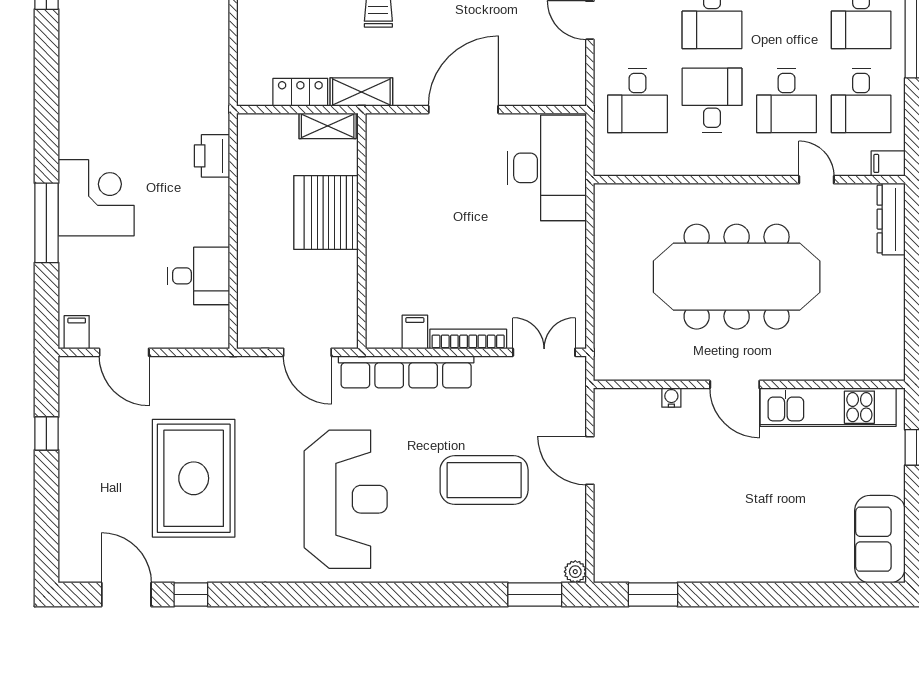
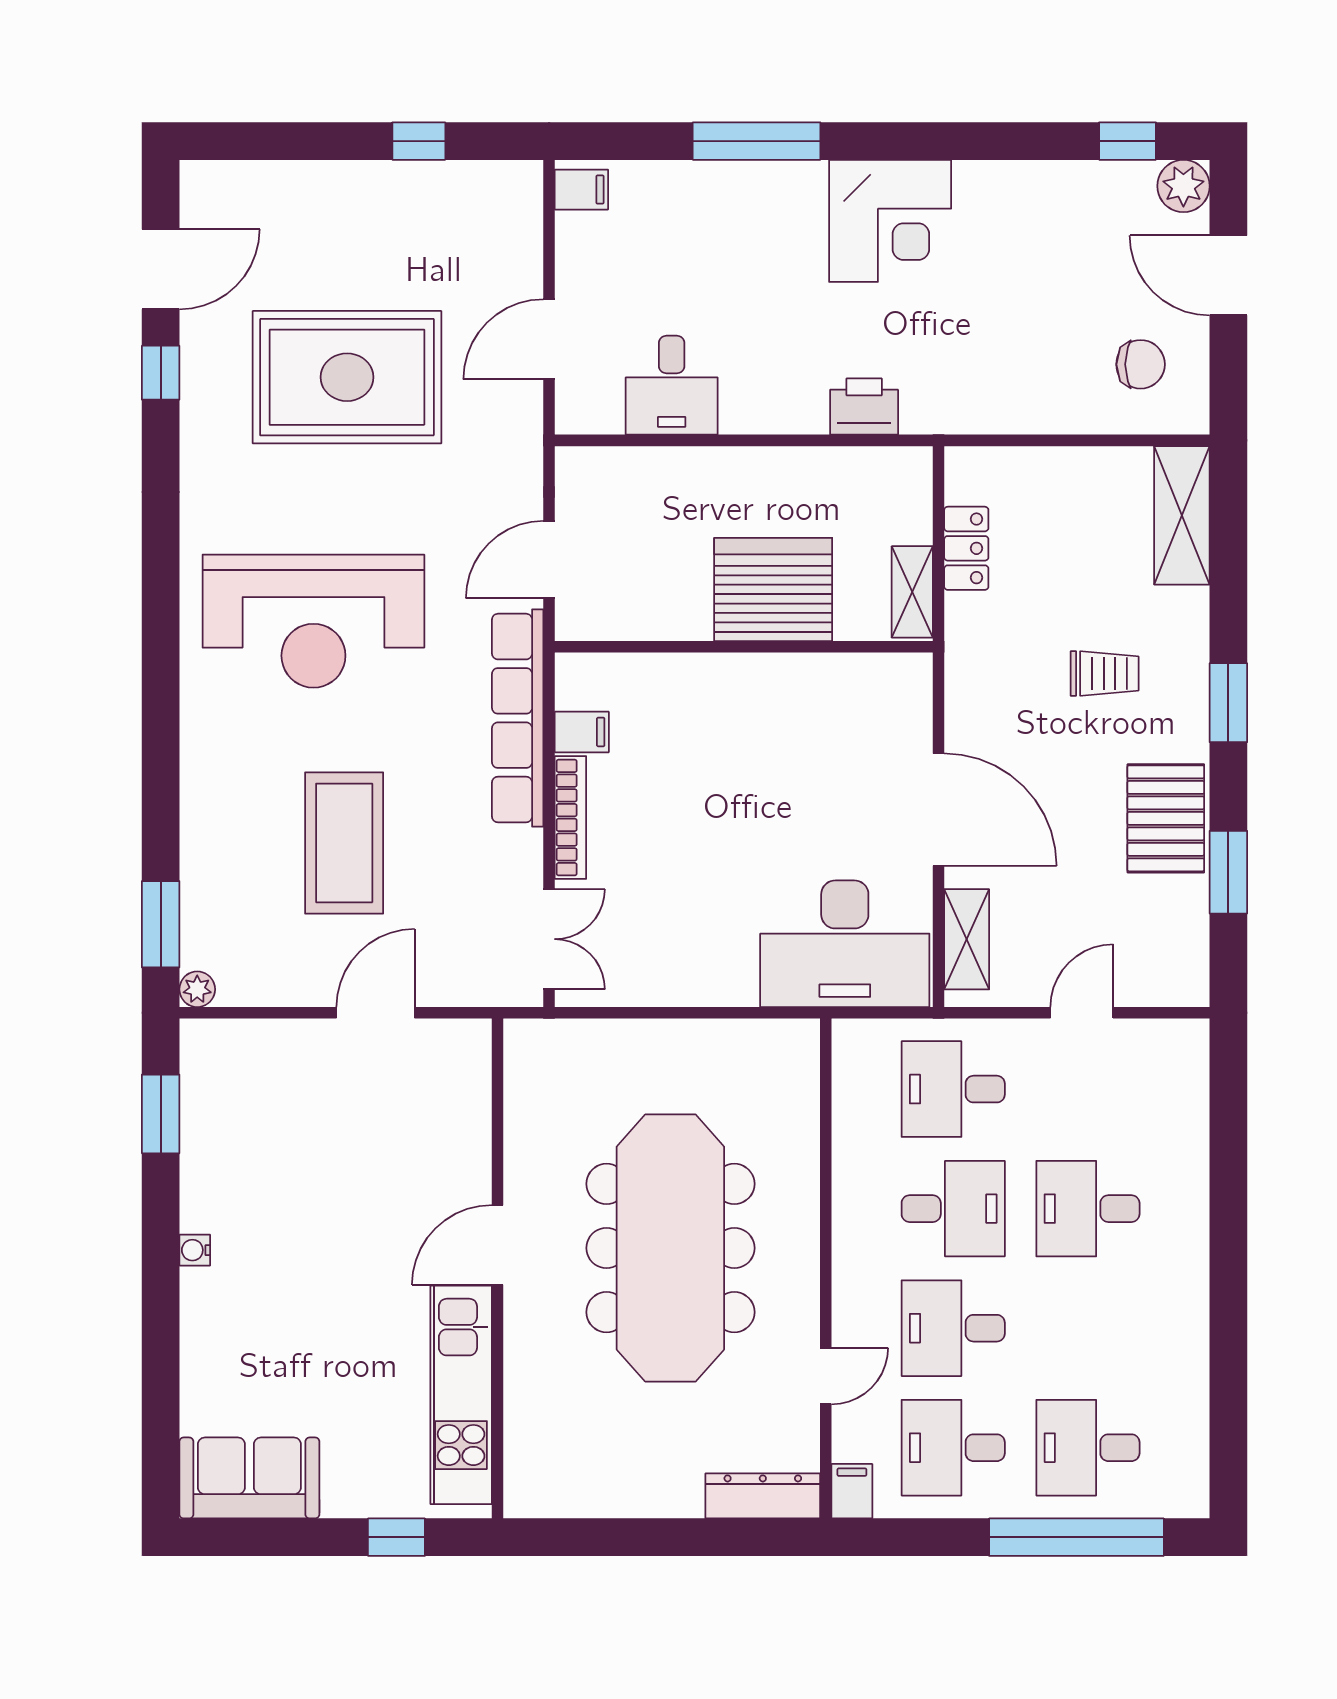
shelving: (361, 92) -> (967, 939), moved
corner desk: (96, 198) -> (890, 221), moved
door: (124, 352) -> (549, 339), moved
water cooler: (671, 398) -> (195, 1250), moved, turned 180

